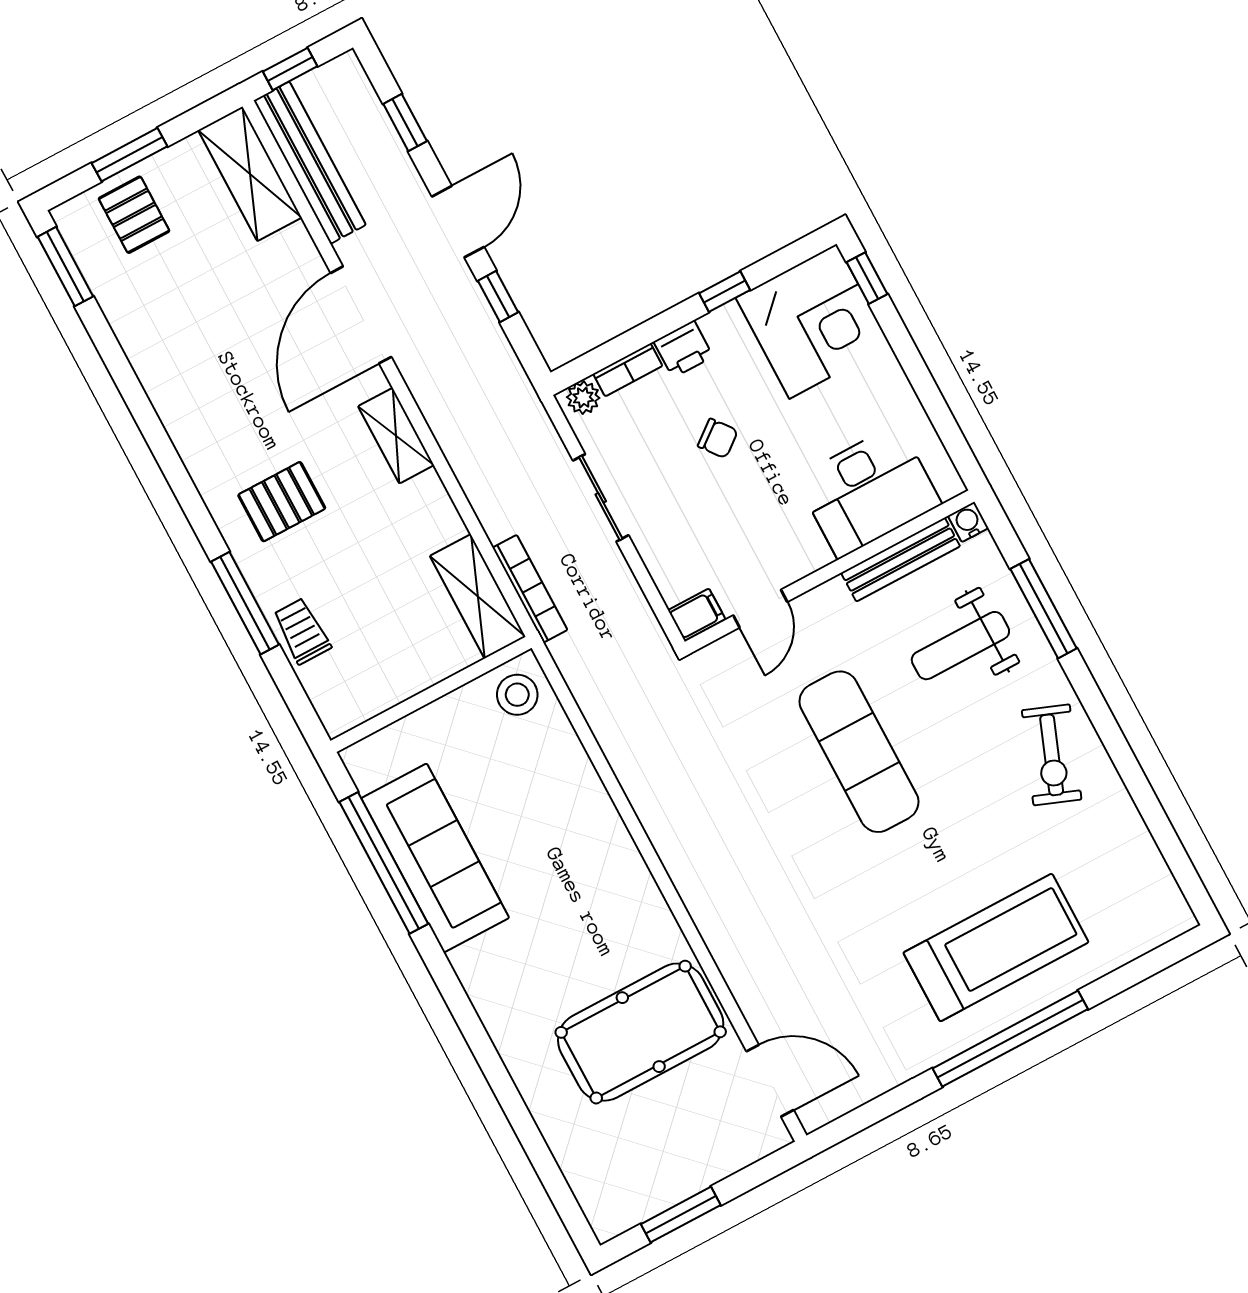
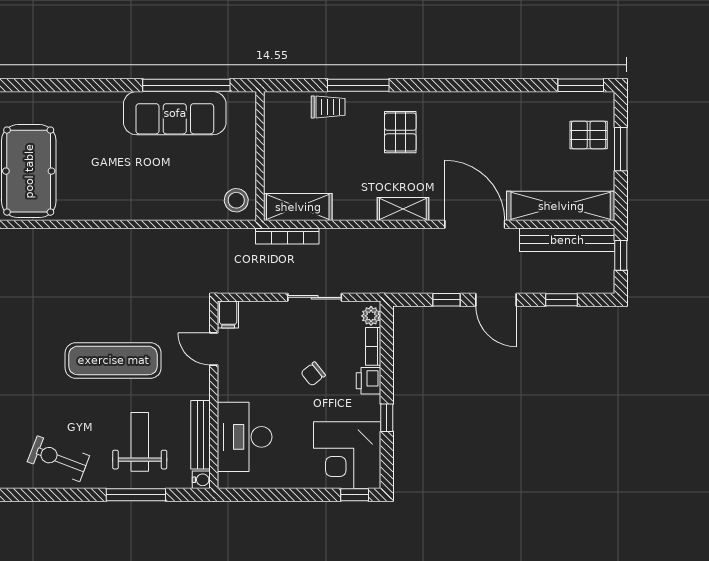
shelving: (250, 174) -> (561, 206), width x1.47

